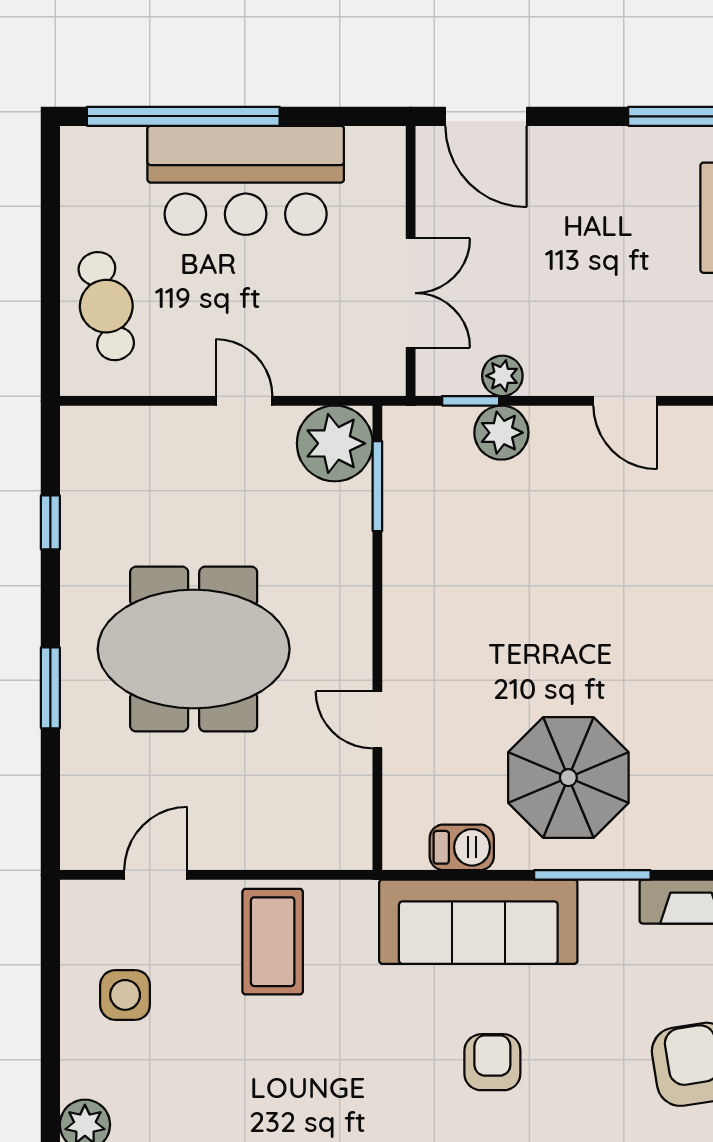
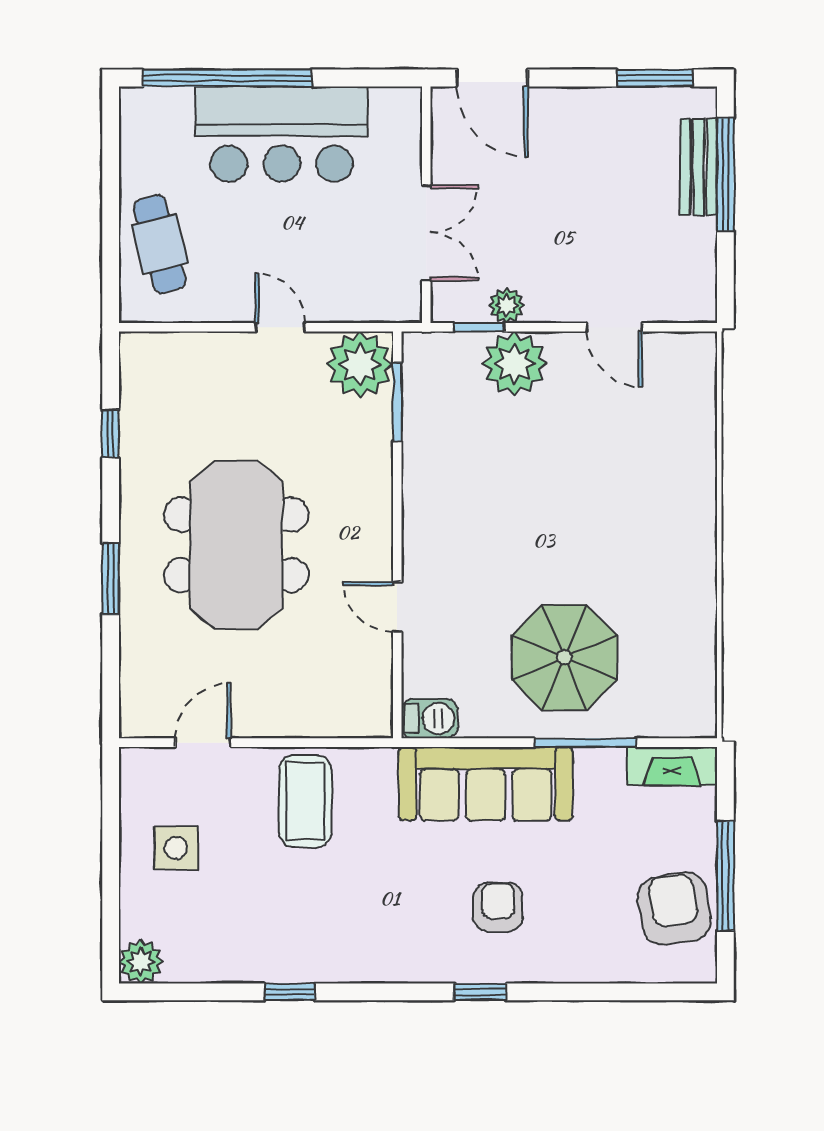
plant: (501, 433) -> (514, 364), width x1.36, depth x1.36
meeting table: (194, 649) -> (236, 545), turned 90
barbecue: (462, 847) -> (429, 719), moved

